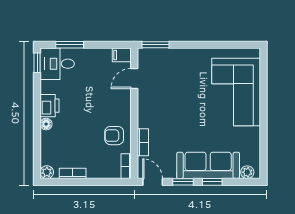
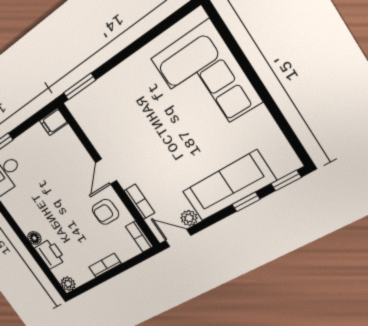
door: (134, 78) -> (106, 172), moved
printer: (49, 106) -> (50, 254), moved
plant: (247, 172) -> (189, 218), moved
bookcase: (73, 173) -> (105, 265), moved
window: (183, 182) -> (286, 180), moved

